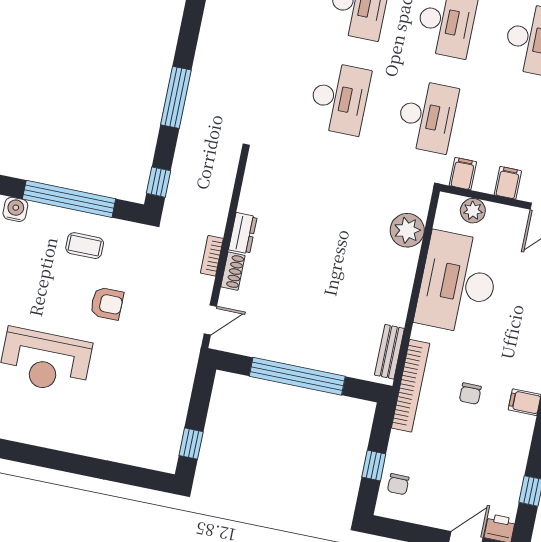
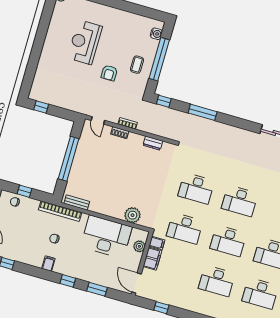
filing cabinet: (508, 183) -> (152, 259), width x2.00
dresser: (243, 233) -> (153, 143), moved

